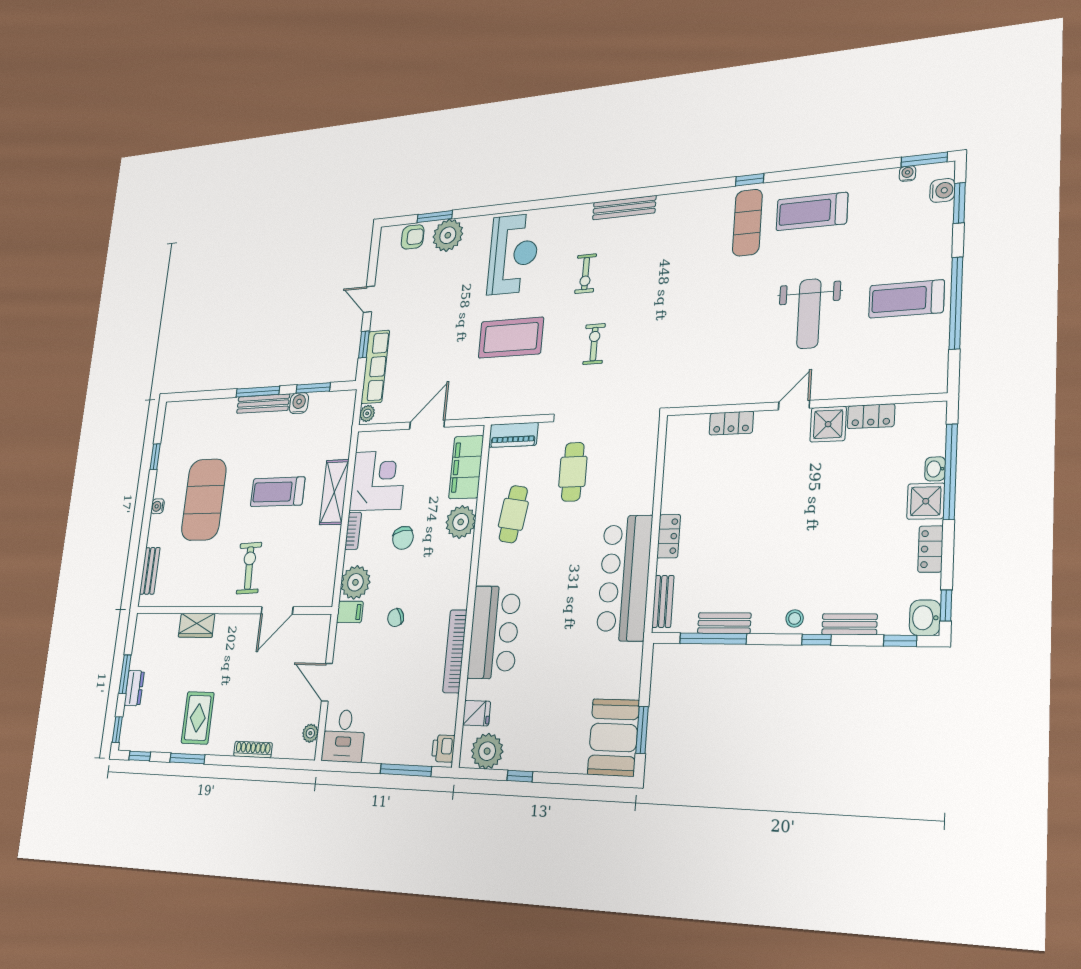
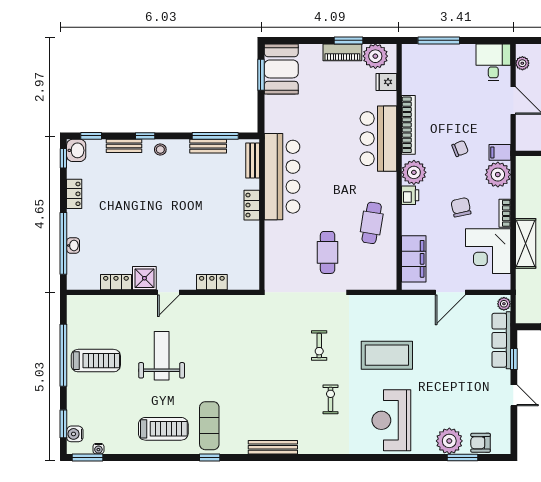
bench: (624, 208) -> (273, 447), moved
piano: (513, 435) -> (342, 52), moved, turned 180
shower: (926, 501) -> (78, 225), removed
plant: (461, 522) -> (414, 172), moved
printer: (443, 748) -> (410, 195), moved
window: (520, 776) -> (348, 40), width x1.50

